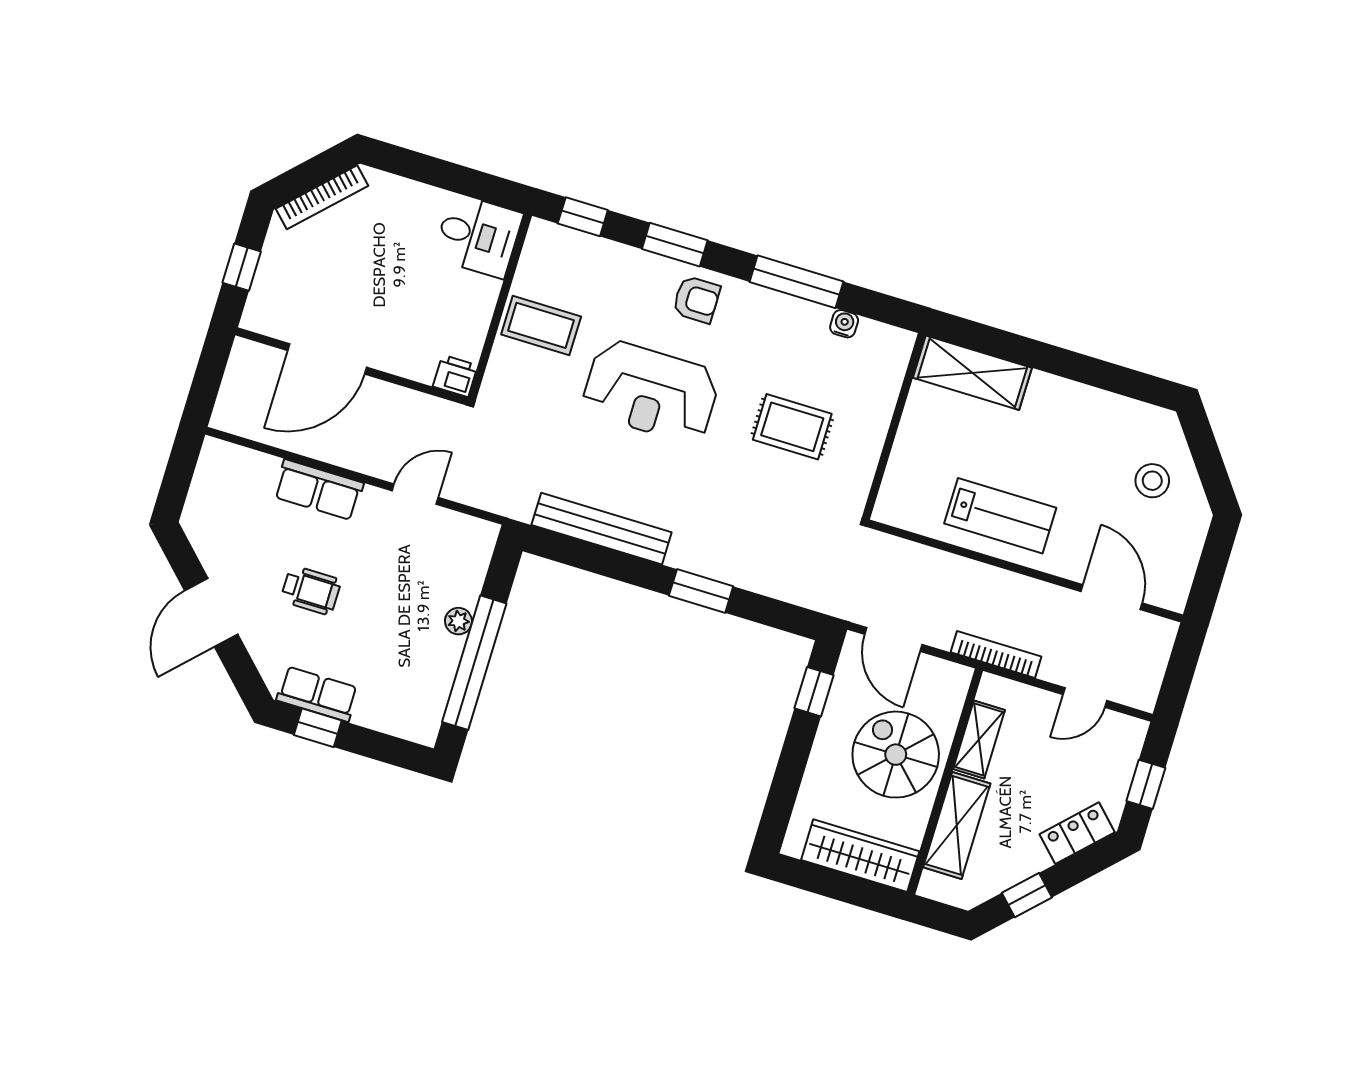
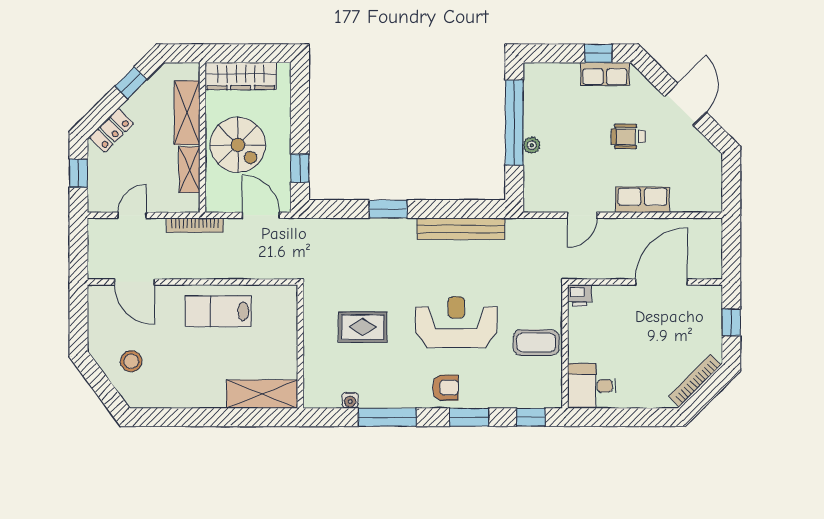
armchair: (696, 299) -> (445, 388), turned 180

